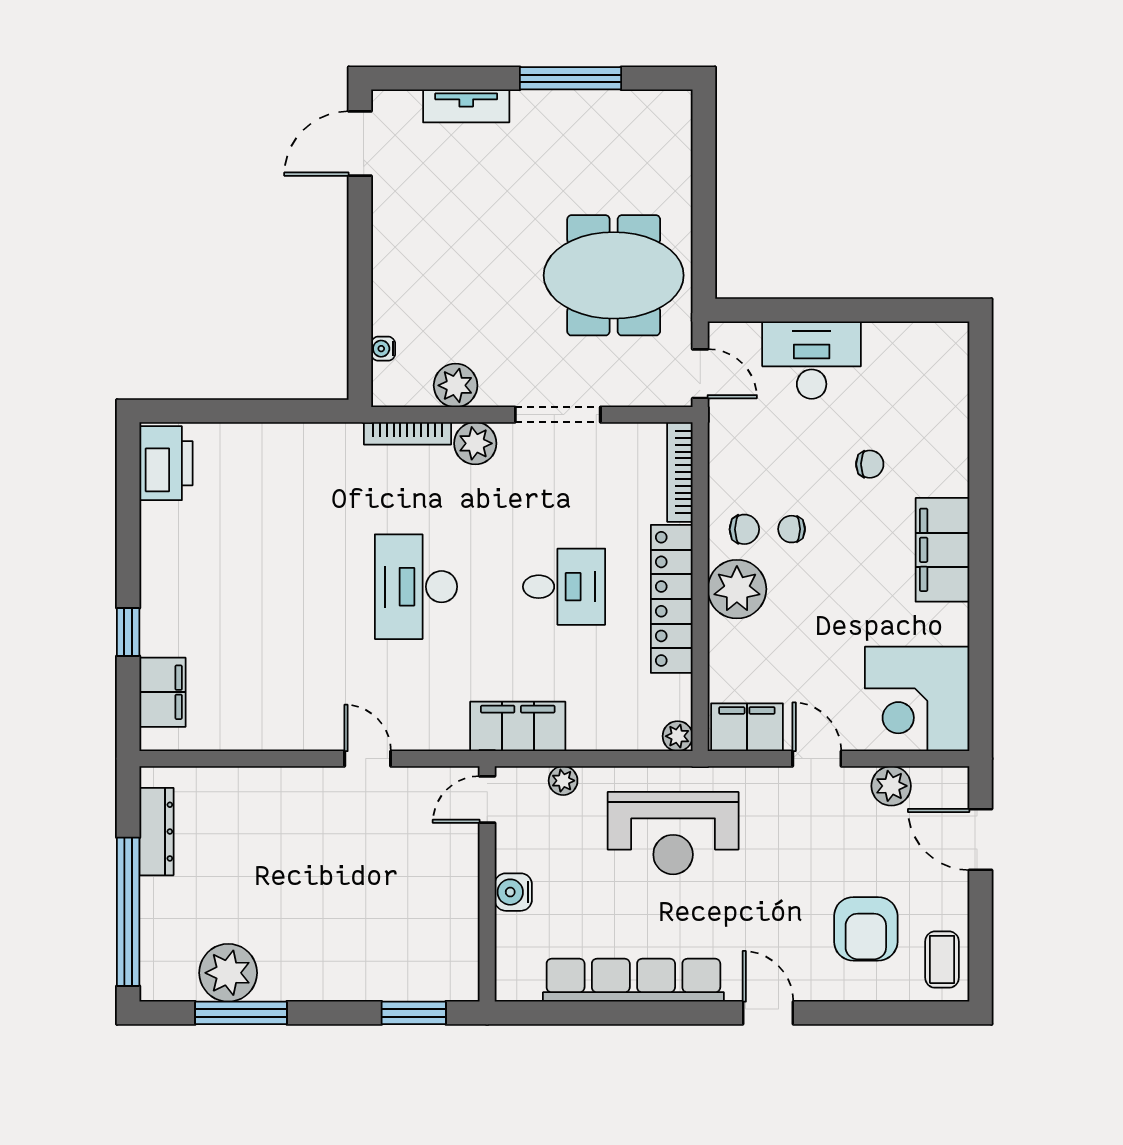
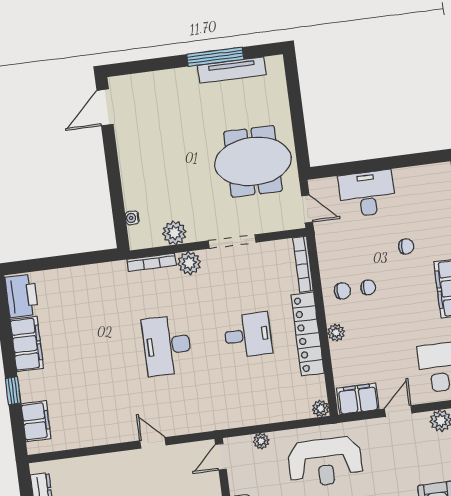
tv unit: (466, 106) -> (232, 70), moved, width x1.41
chair: (792, 529) -> (368, 287), turned 180
plant: (737, 589) -> (336, 333), width x0.53, depth x0.53
filing cabinet: (518, 726) -> (27, 344), moved, turned 90
door: (817, 759) -> (398, 411), hinge flipped

